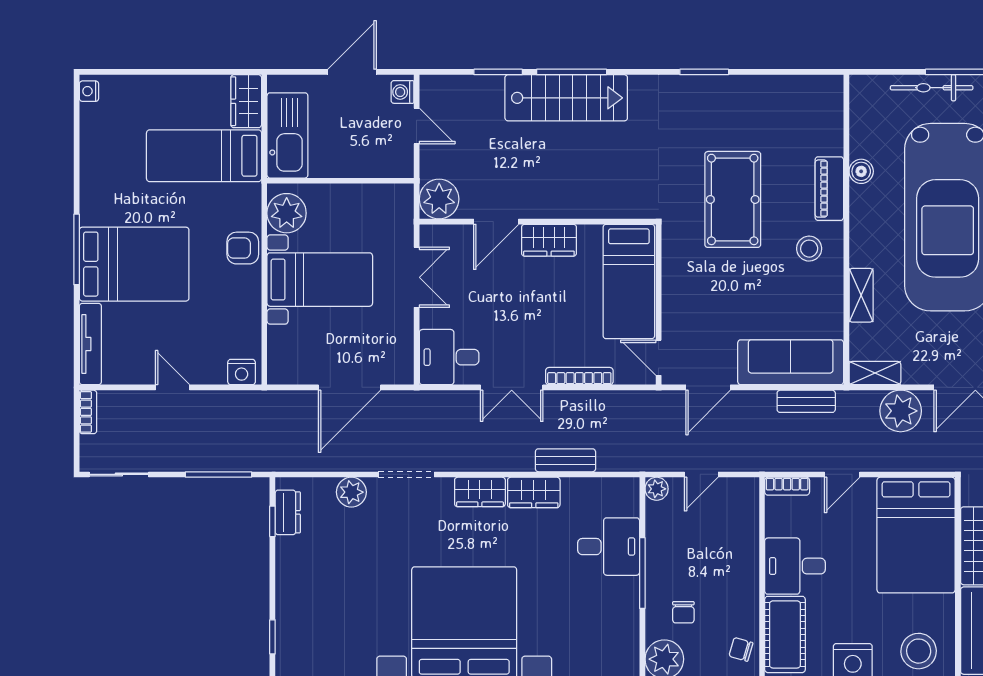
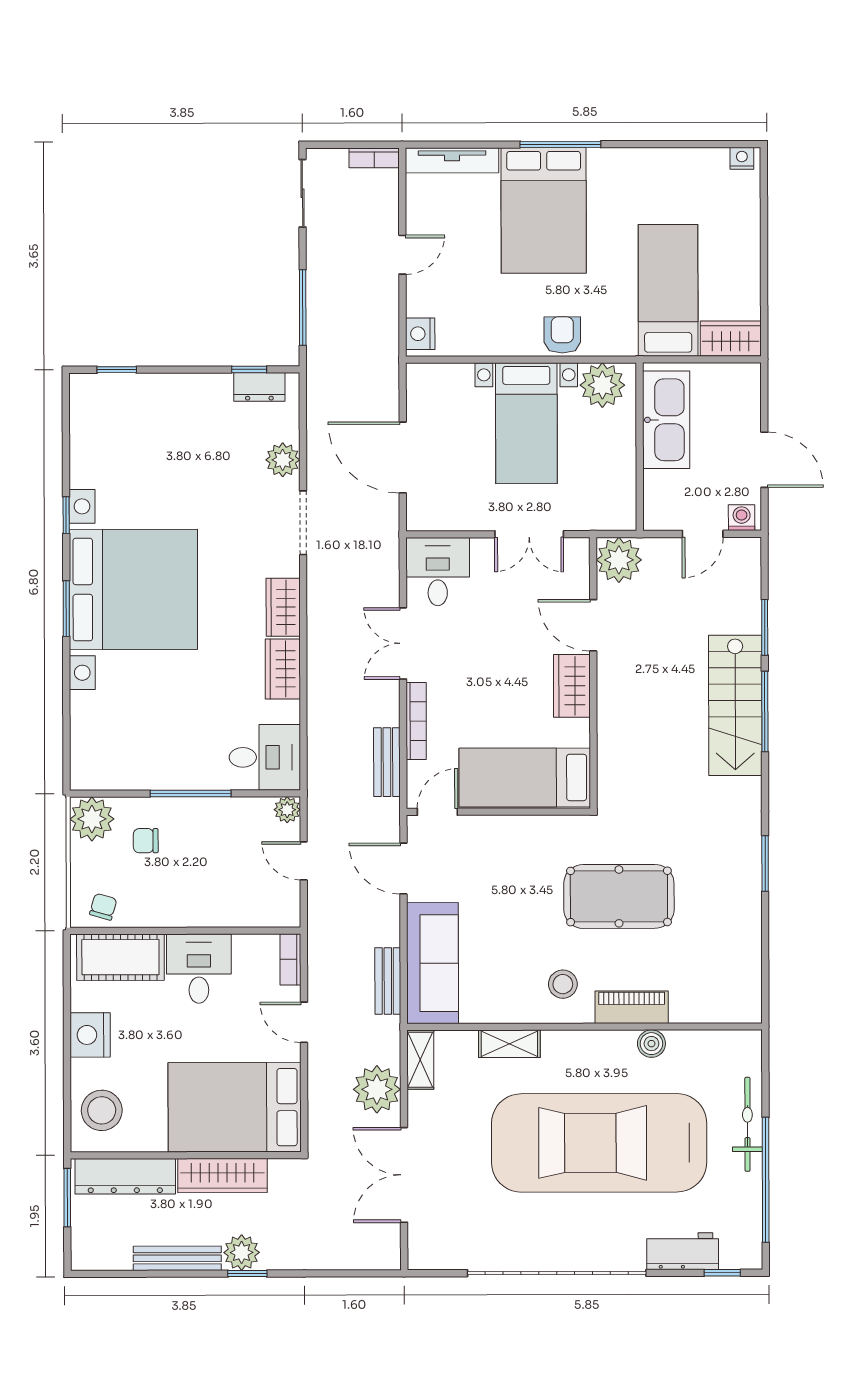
kitchen sink: (287, 135) -> (666, 420), moved, turned -90
bench: (565, 460) -> (387, 762), moved
desk: (609, 547) -> (265, 757), moved, turned -90

